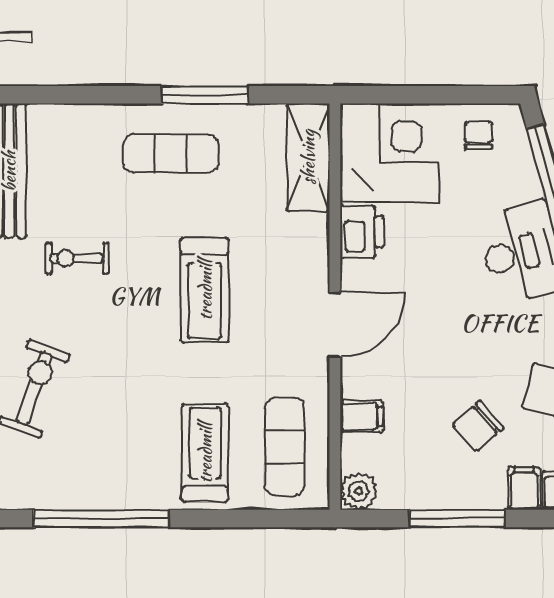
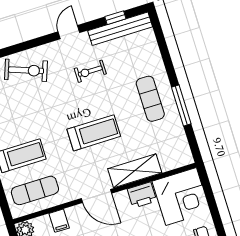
shelving: (308, 157) -> (135, 171), moved
exercise bike: (77, 258) -> (90, 71), turned -90
treadmill: (205, 290) -> (94, 133), turned 180

